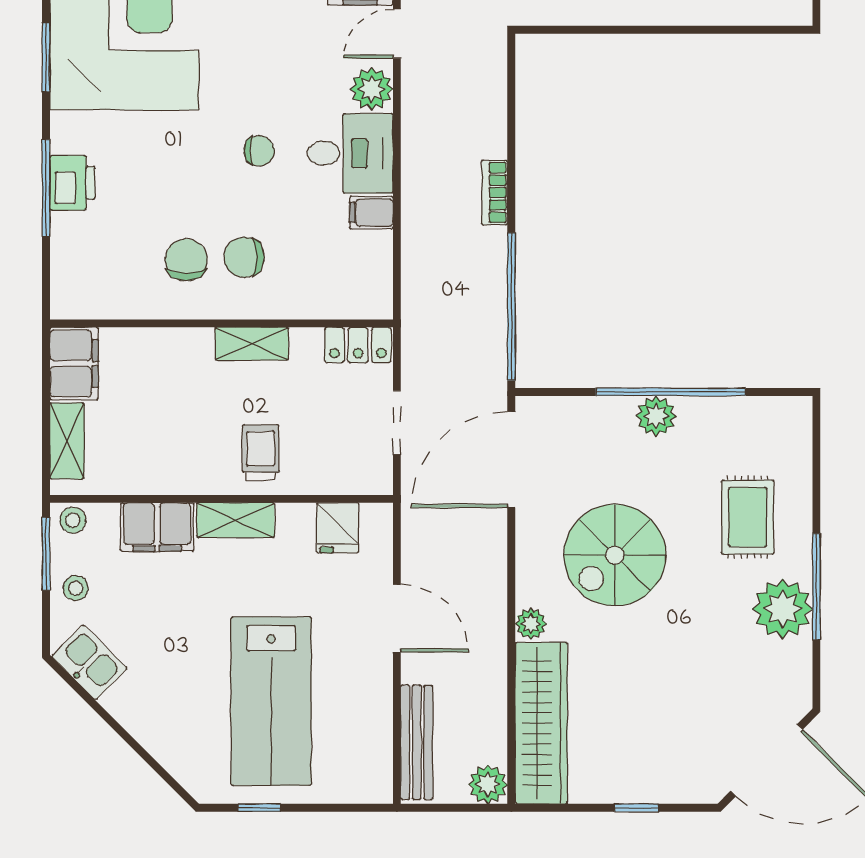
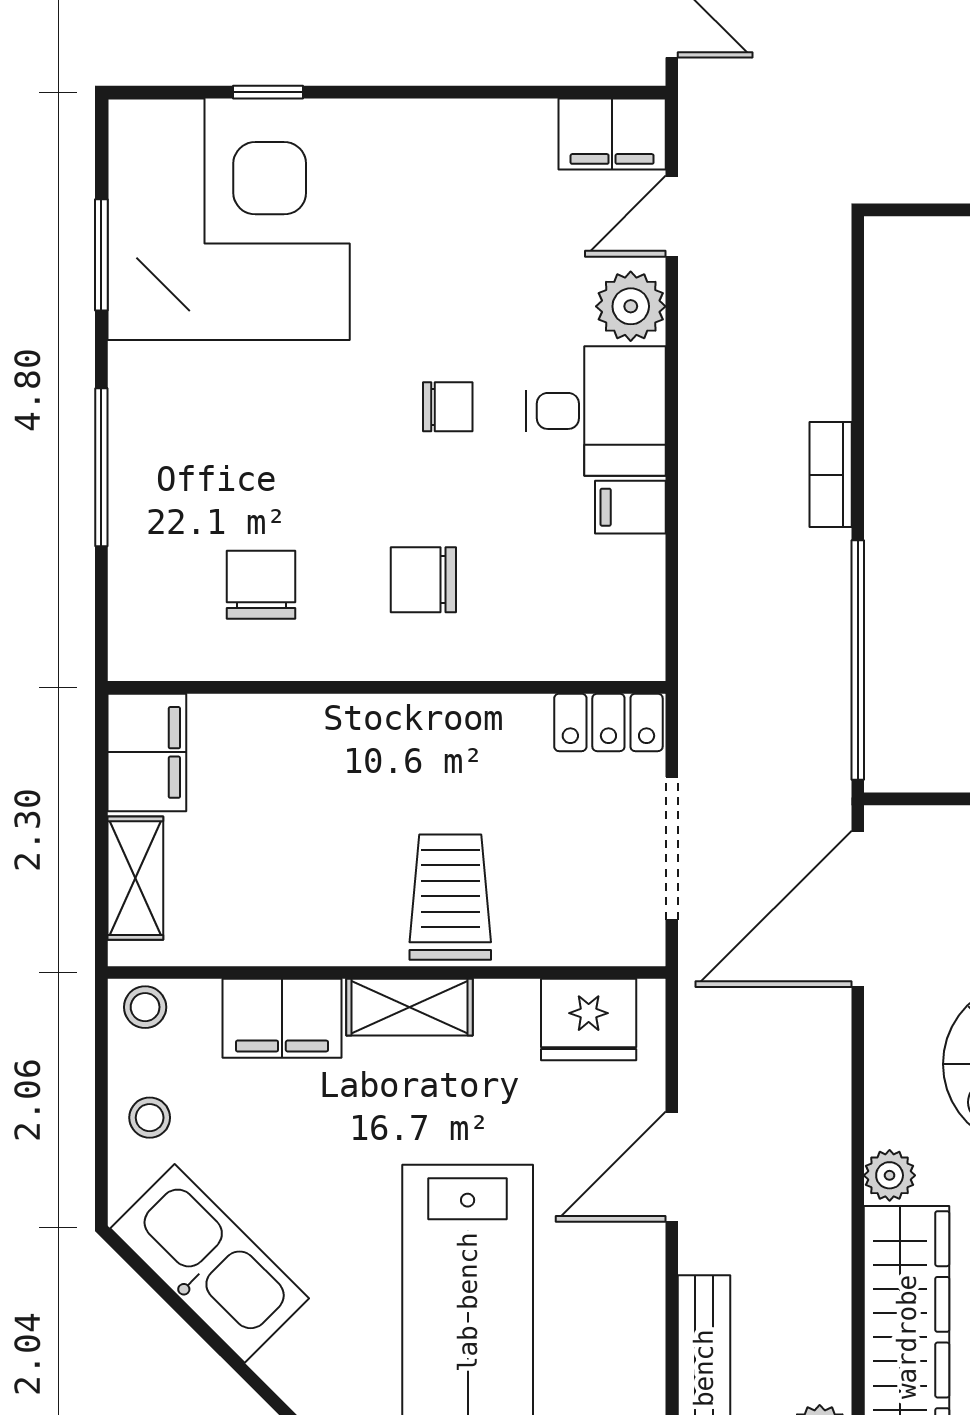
printer: (72, 183) -> (144, 459), removed
chair: (186, 260) -> (261, 585), moved
shelving: (252, 344) -> (436, 720), removed
doorway: (397, 423) -> (672, 848), width x1.38
trolley: (261, 452) -> (450, 897), width x1.36, depth x1.39
fridge: (338, 528) -> (589, 1020), width x1.38
window: (46, 554) -> (101, 1062), removed
door: (397, 618) -> (672, 1167), swing flipped
kitchen sink: (89, 662) -> (210, 1263), width x1.88, depth x1.24

